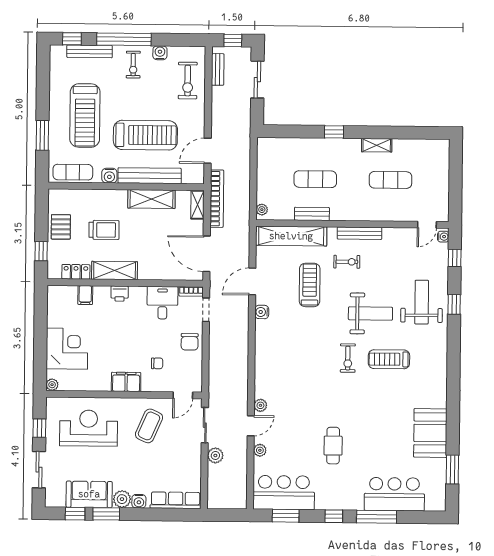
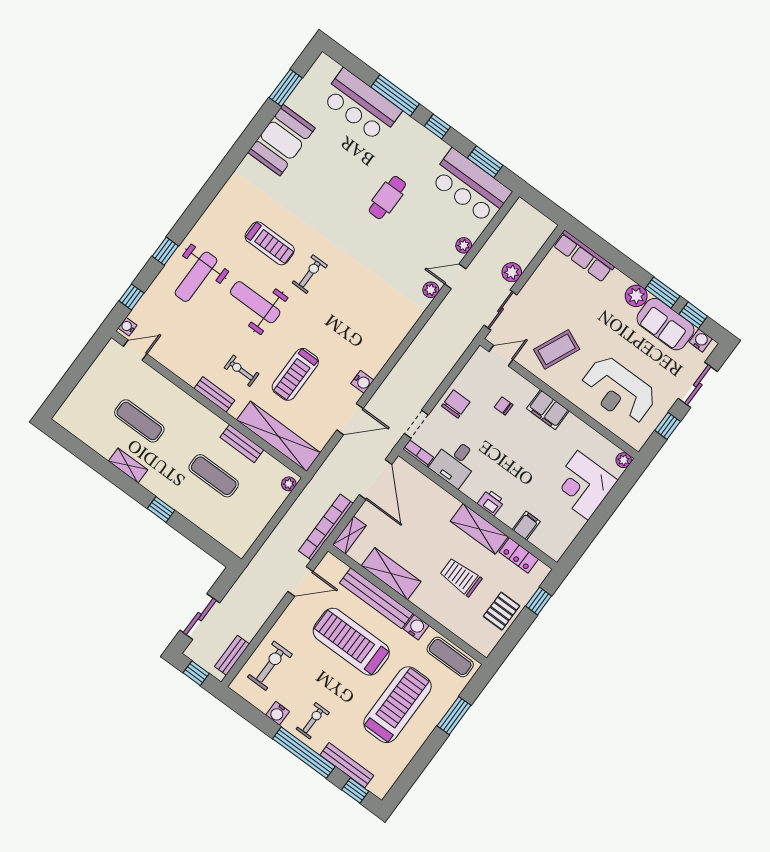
bench: (359, 233) -> (214, 394), width x0.73
water cooler: (139, 501) -> (701, 340), moved

